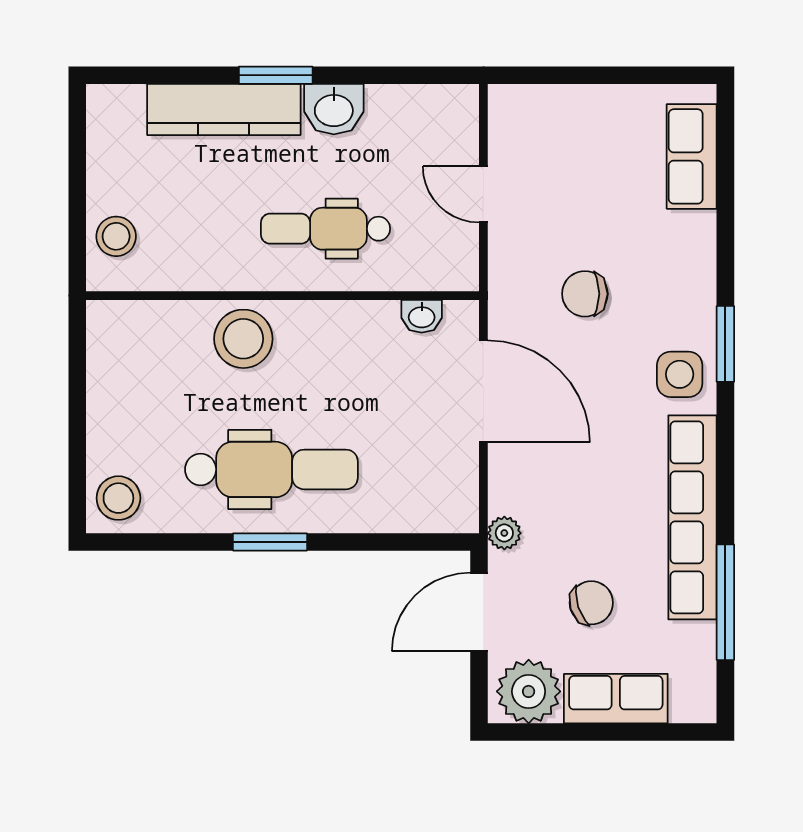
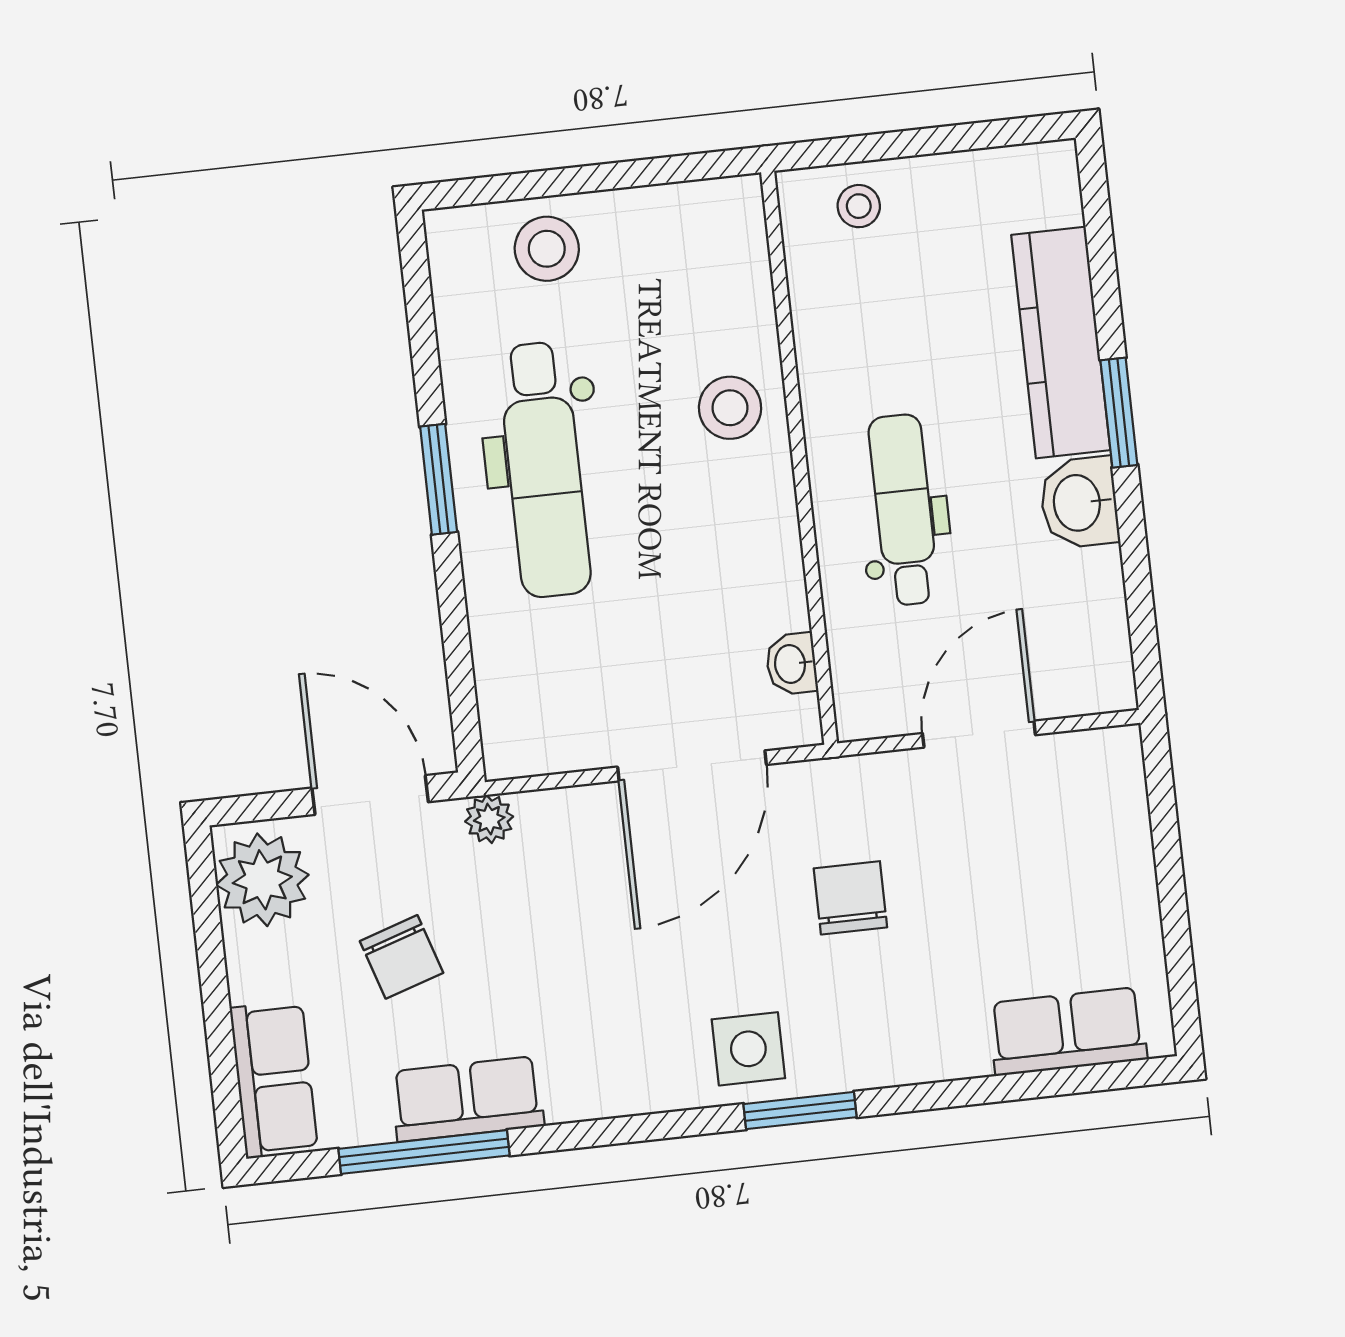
door: (483, 194) -> (979, 734), width x1.38
stool: (116, 236) -> (859, 206), width x0.73, depth x0.73
stool: (243, 339) -> (730, 408), width x0.73, depth x0.73
stool: (118, 498) -> (547, 249), moved
row of seats: (693, 517) -> (467, 1099), width x0.50
row of seats: (616, 699) -> (274, 1079), moved

